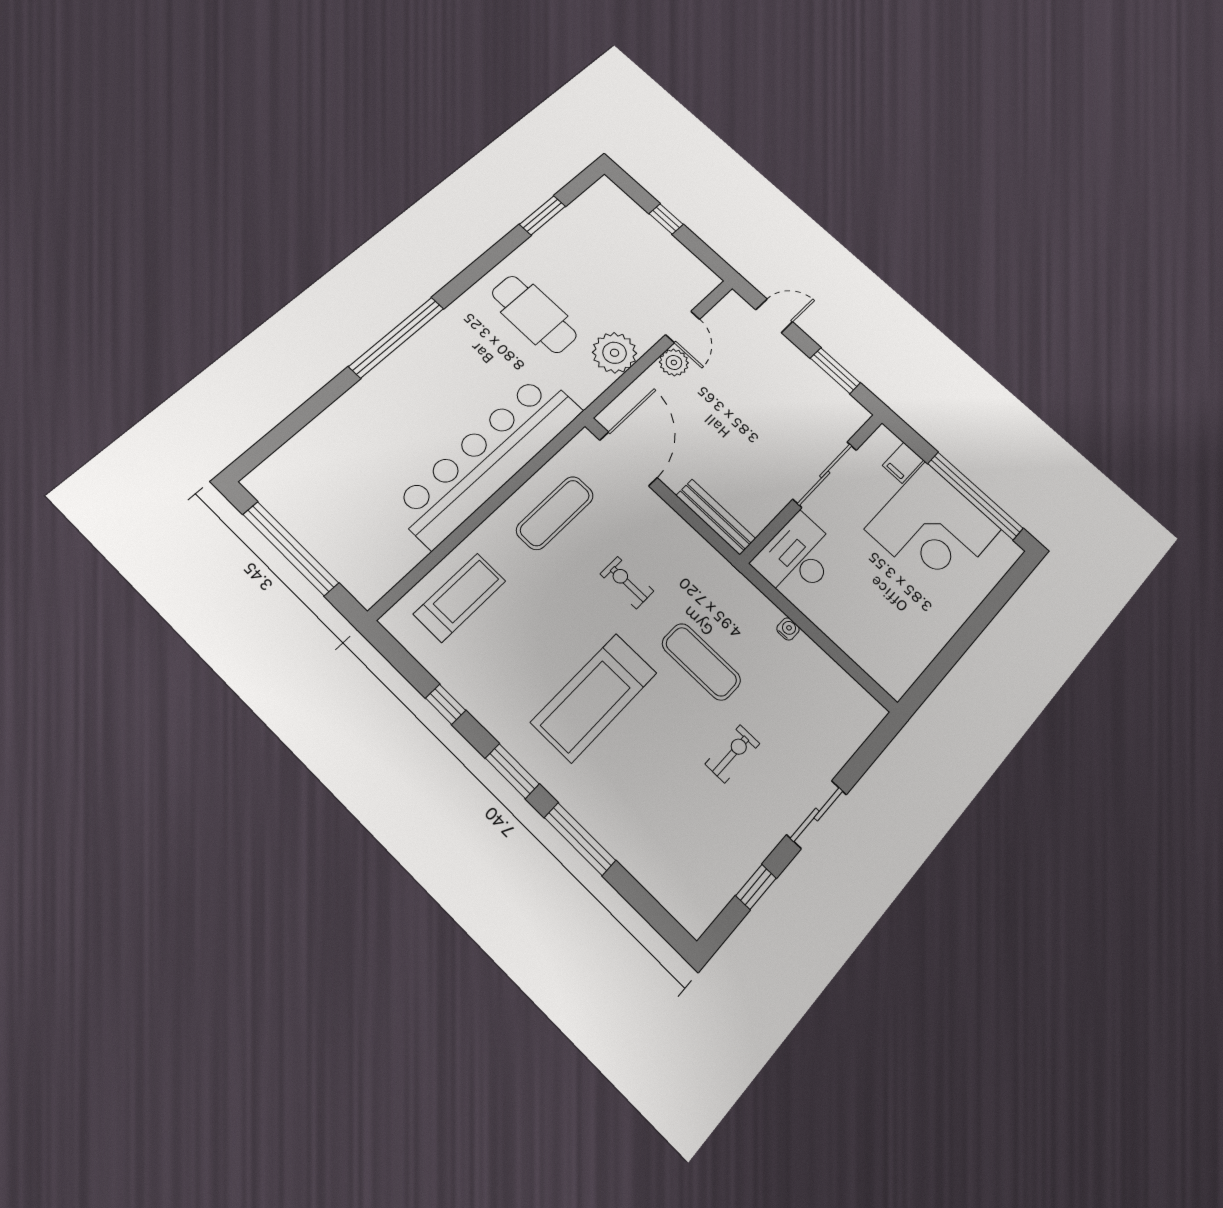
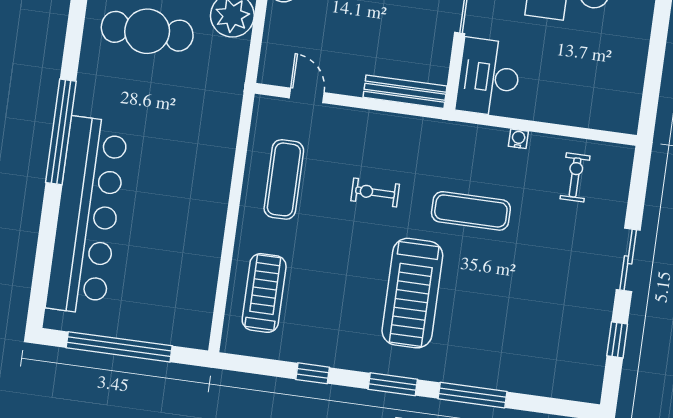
bar counter: (488, 458) -> (87, 216), moved, turned 180
door: (628, 459) -> (307, 95), width x0.53
exercise bike: (732, 754) -> (575, 177), moved

